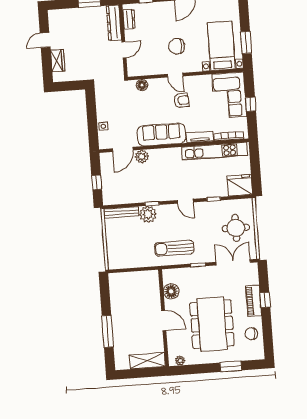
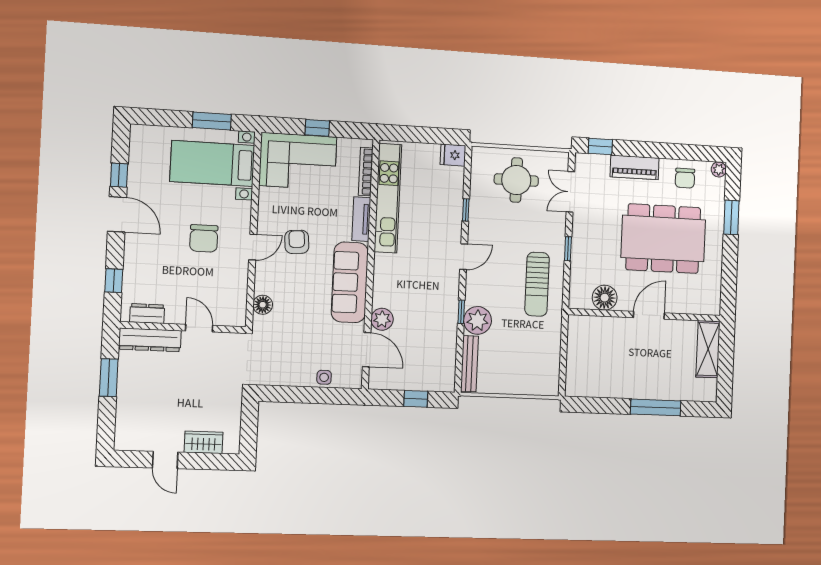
fridge: (240, 185) -> (453, 155), width x0.53, depth x0.75
double door: (233, 262) -> (570, 192), width x0.73
window: (265, 300) -> (600, 146), moved
plant: (180, 361) -> (719, 169), moved

